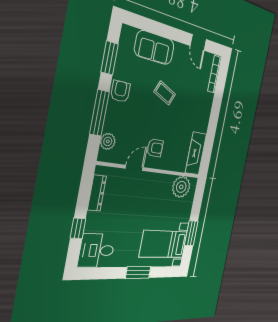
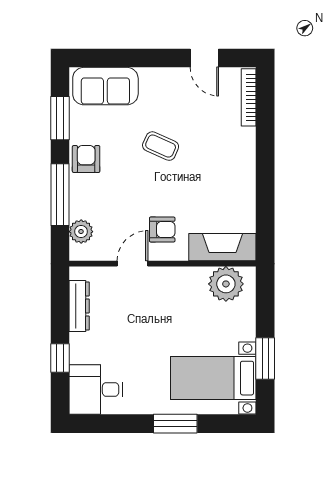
sofa: (154, 48) -> (105, 86), moved
fireplace: (196, 153) -> (222, 247), moved, turned 90

